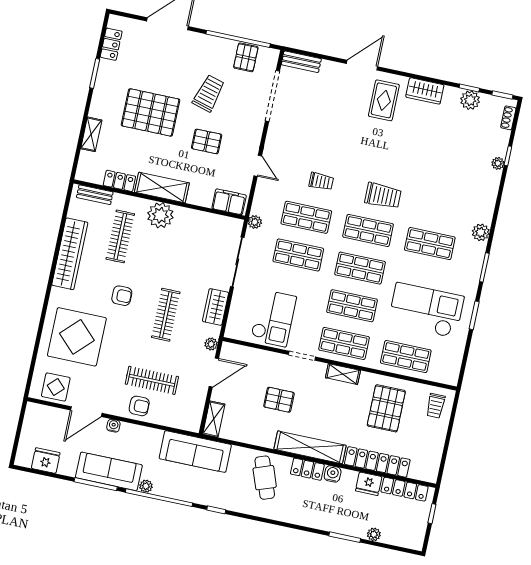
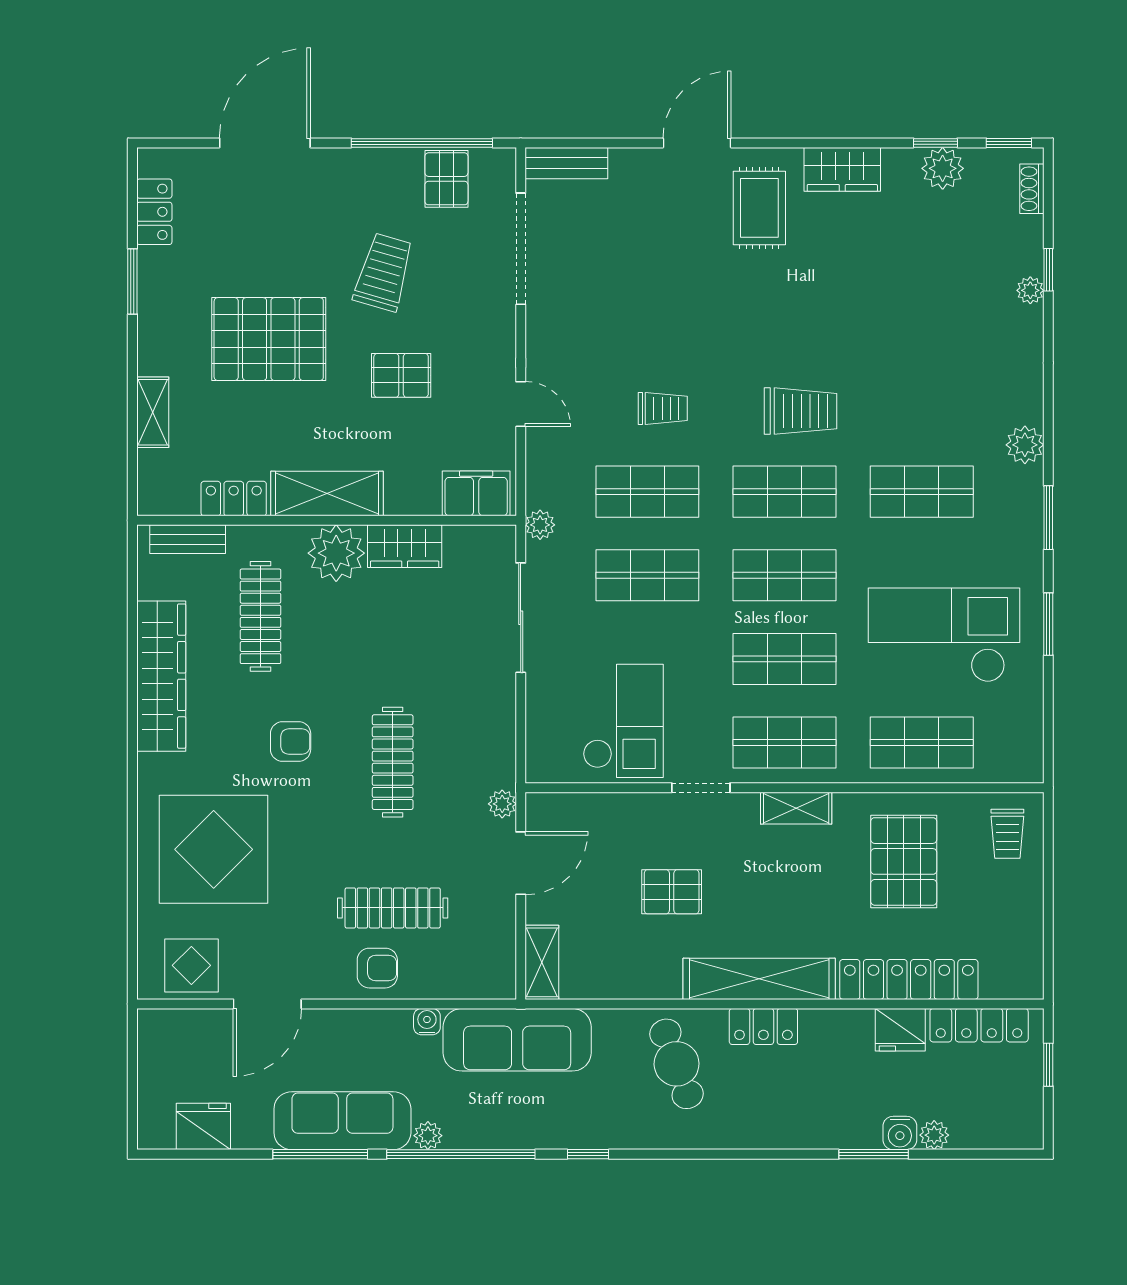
wardrobe: (216, 307) -> (405, 546), moved, turned -90
water cooler: (113, 426) -> (427, 1022), moved
water cooler: (333, 474) -> (900, 1133), moved, turned 180

